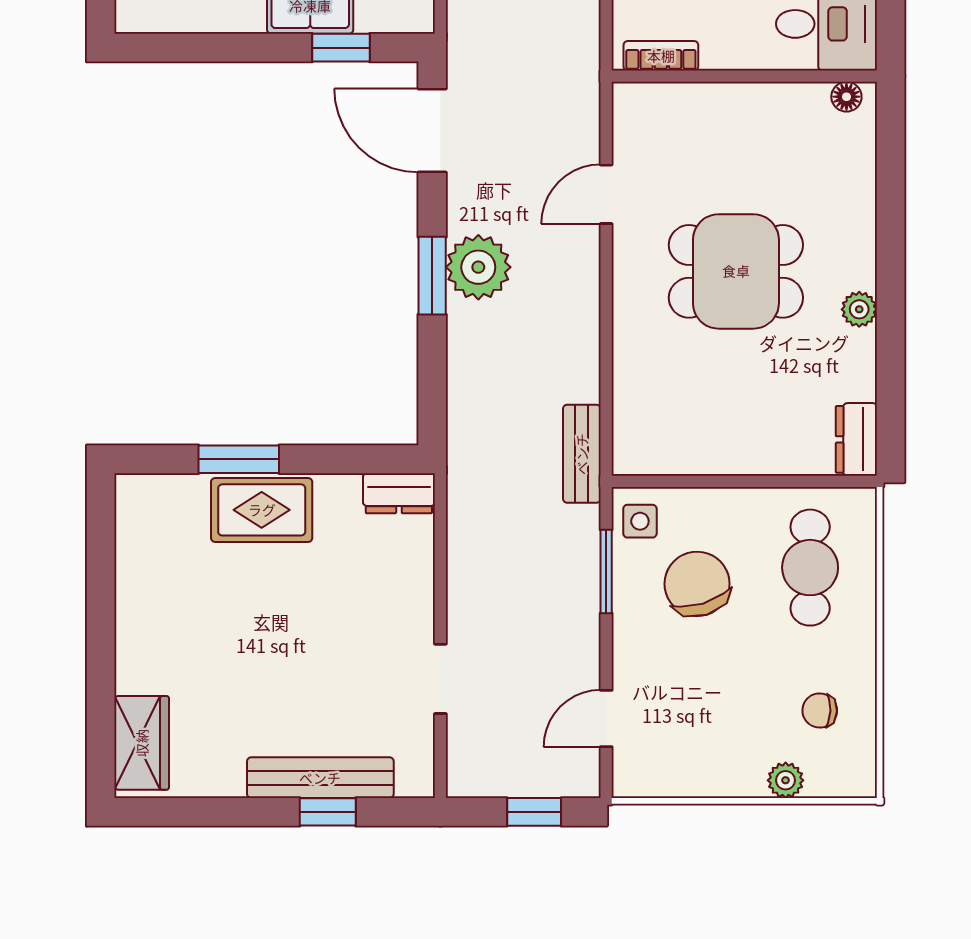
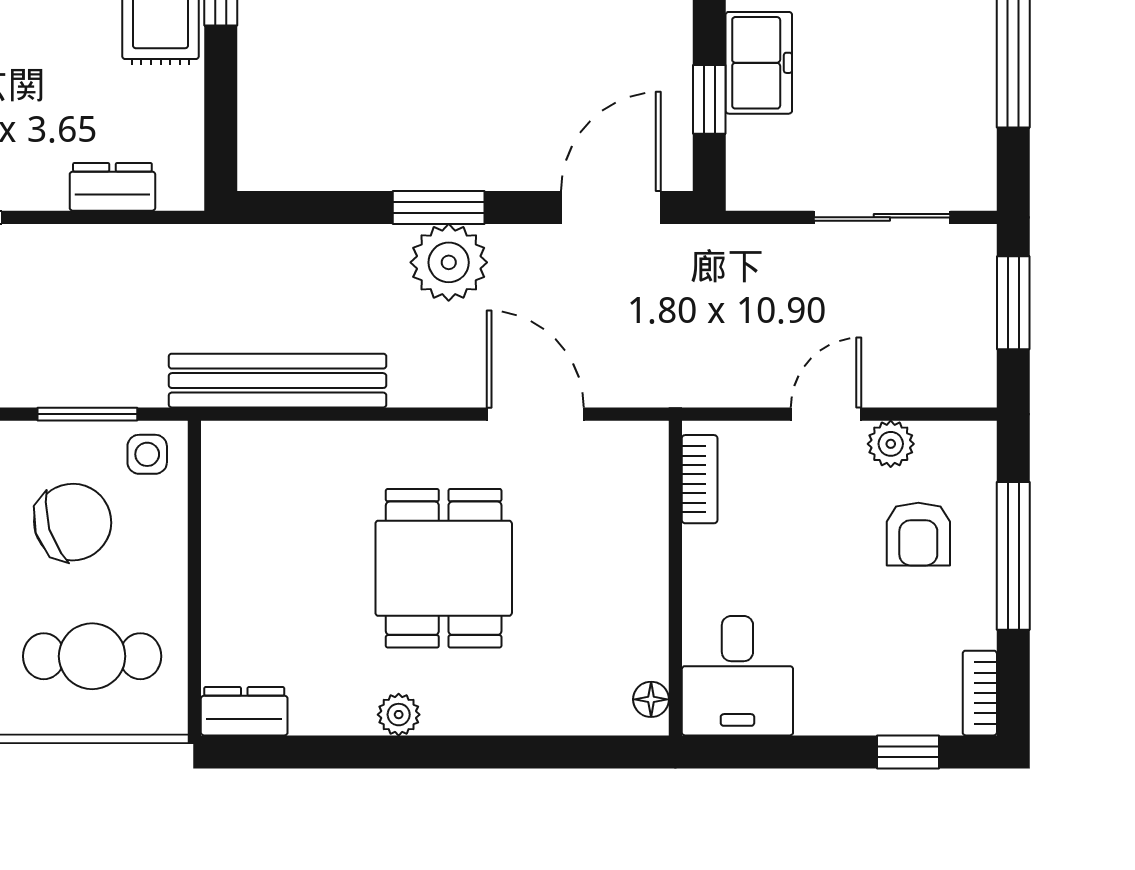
door: (606, 194) -> (535, 414), width x1.38
bench: (582, 454) -> (278, 381), width x1.86, depth x1.21
dresser: (399, 493) -> (112, 187), moved, turned 90

